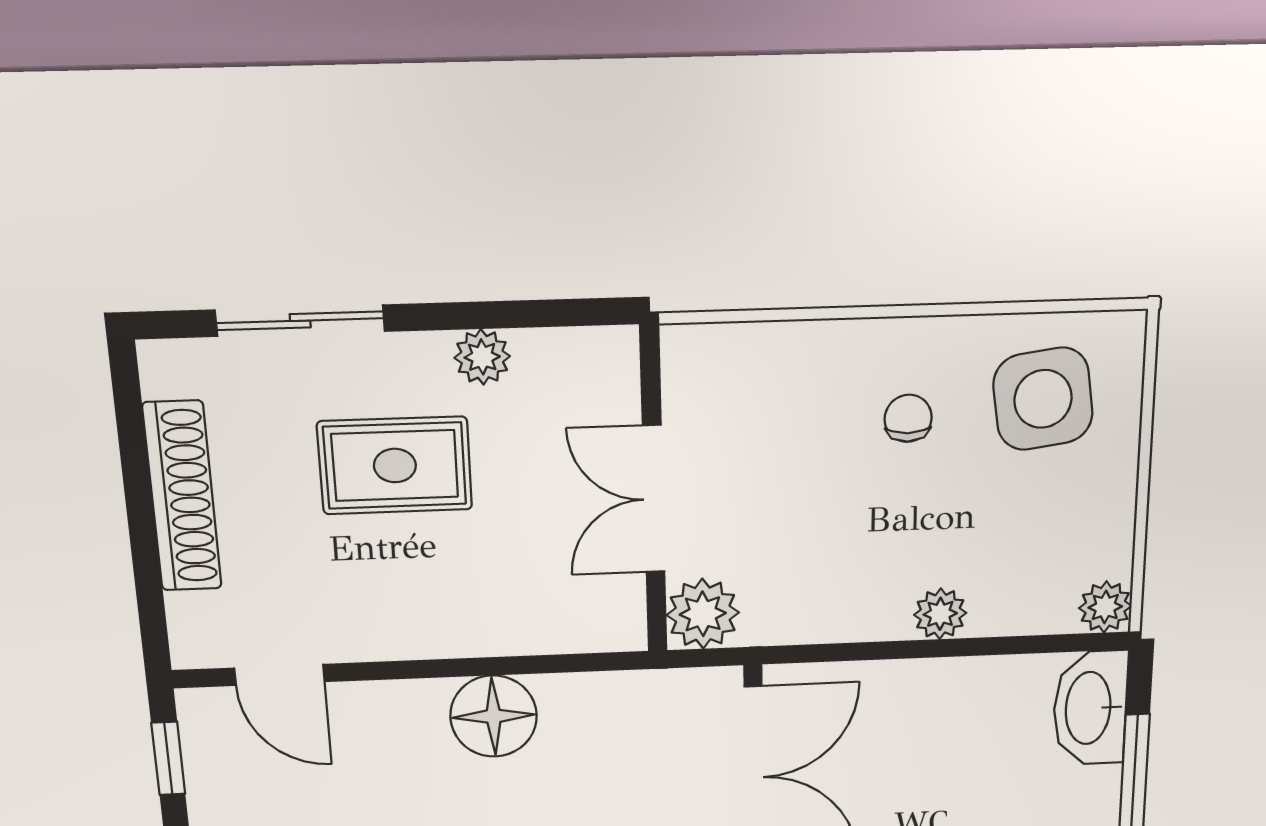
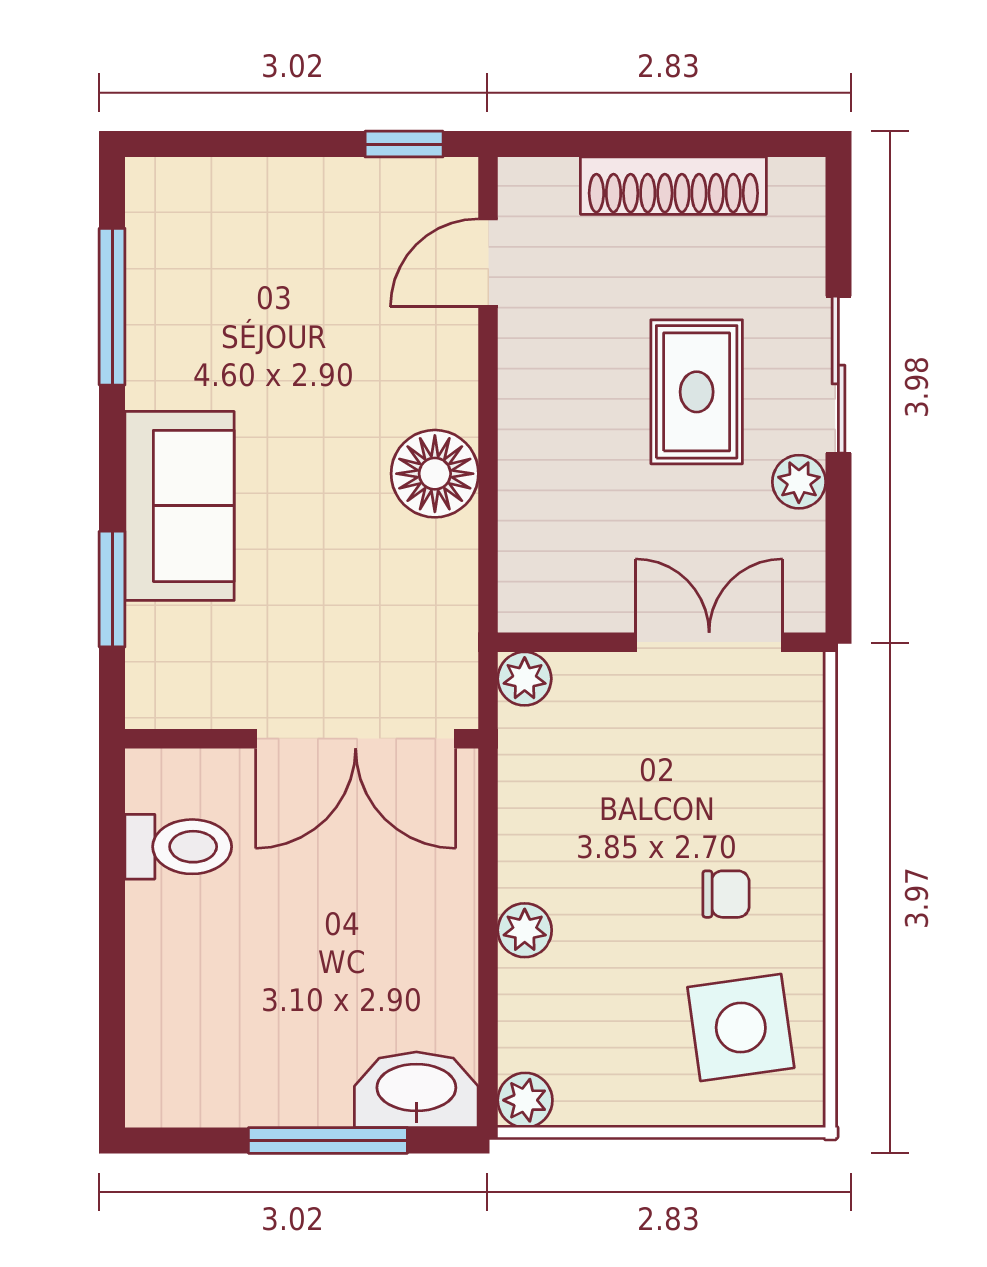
sliding door: (300, 321) -> (838, 375), moved
double door: (654, 499) -> (709, 642), moved
plant: (703, 614) -> (525, 679), width x0.73, depth x0.73

